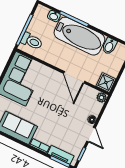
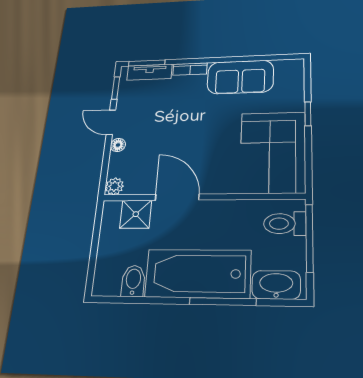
washbasin: (54, 16) -> (276, 285), width x1.91, depth x1.45
shower: (106, 82) -> (136, 214), moved

